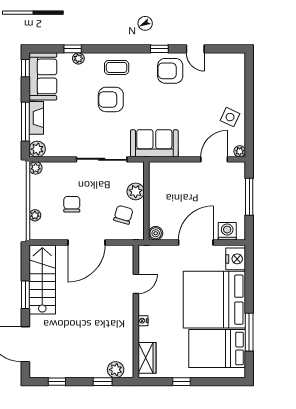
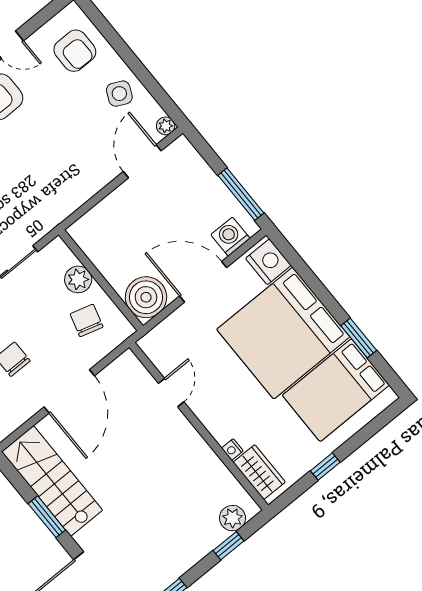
armchair: (225, 78) -> (75, 51), added
sofa: (154, 143) -> (53, 202), removed
window: (249, 197) -> (241, 194), moved
boiler: (156, 233) -> (146, 297), width x1.86, depth x1.86
door: (196, 242) -> (203, 282), hinge flipped
nightstand: (143, 321) -> (232, 450), moved
window: (249, 332) -> (359, 338), width x0.69

